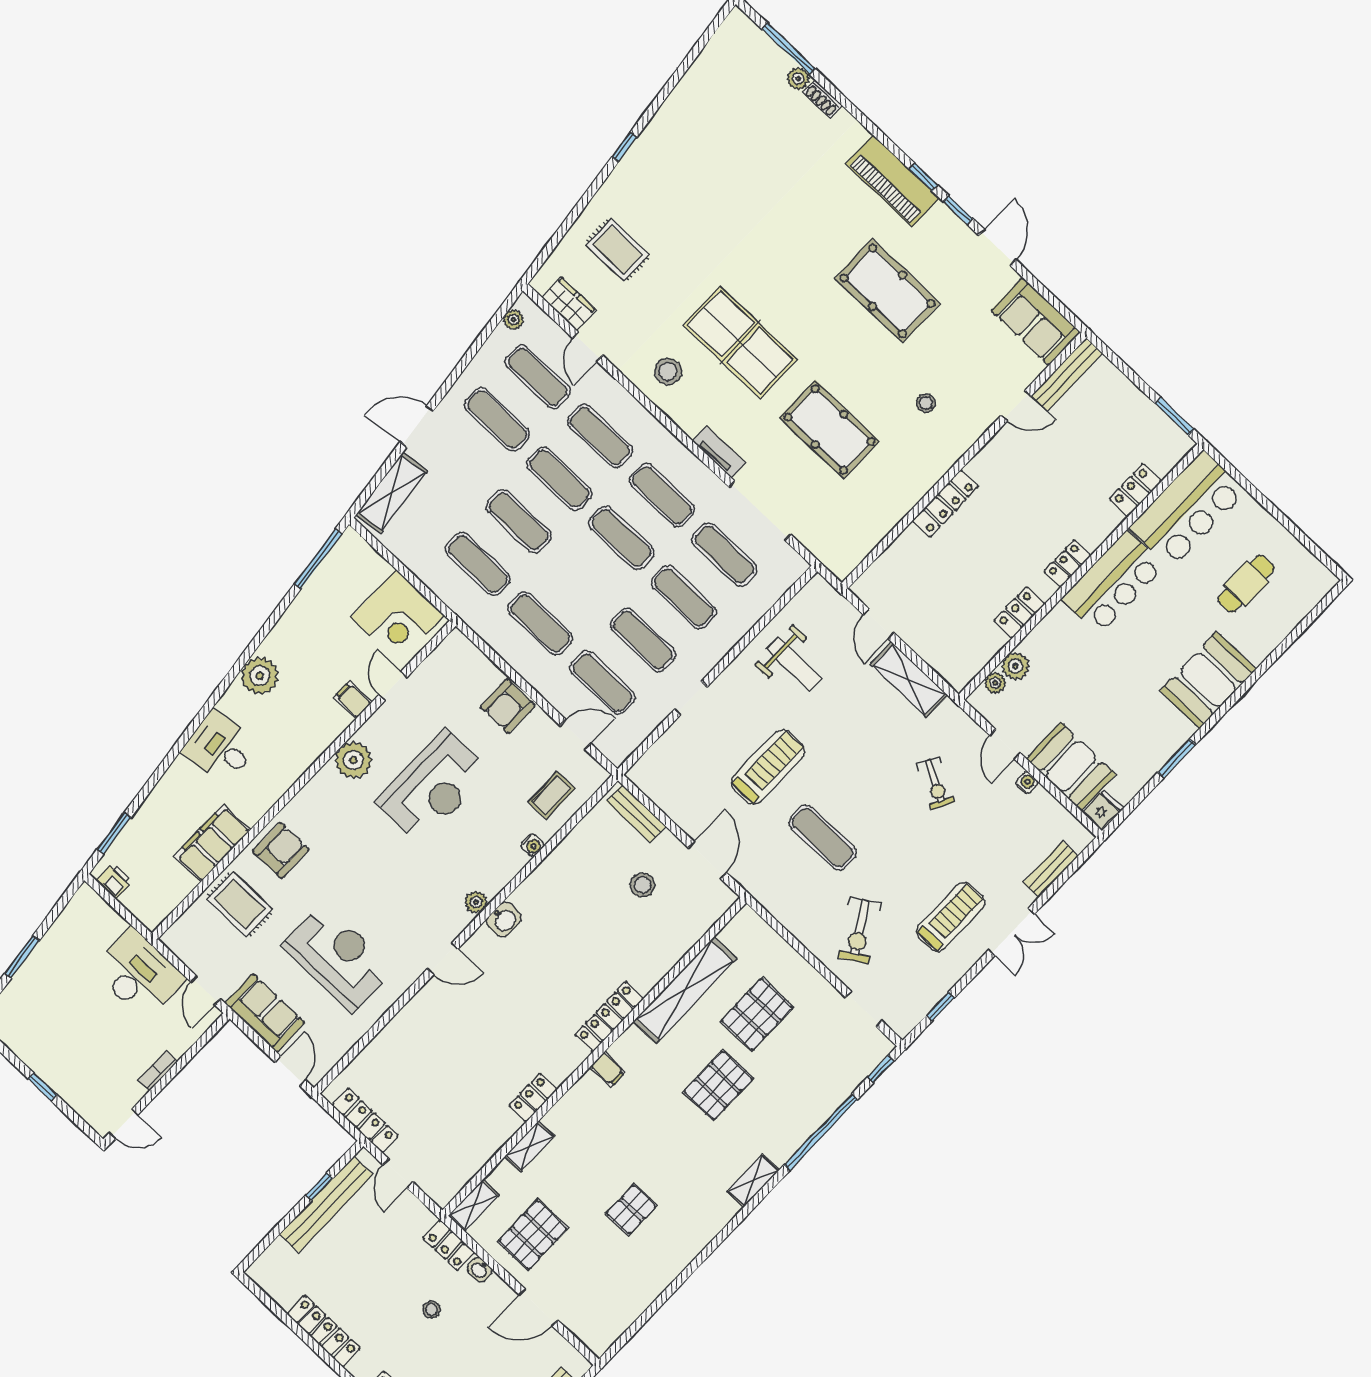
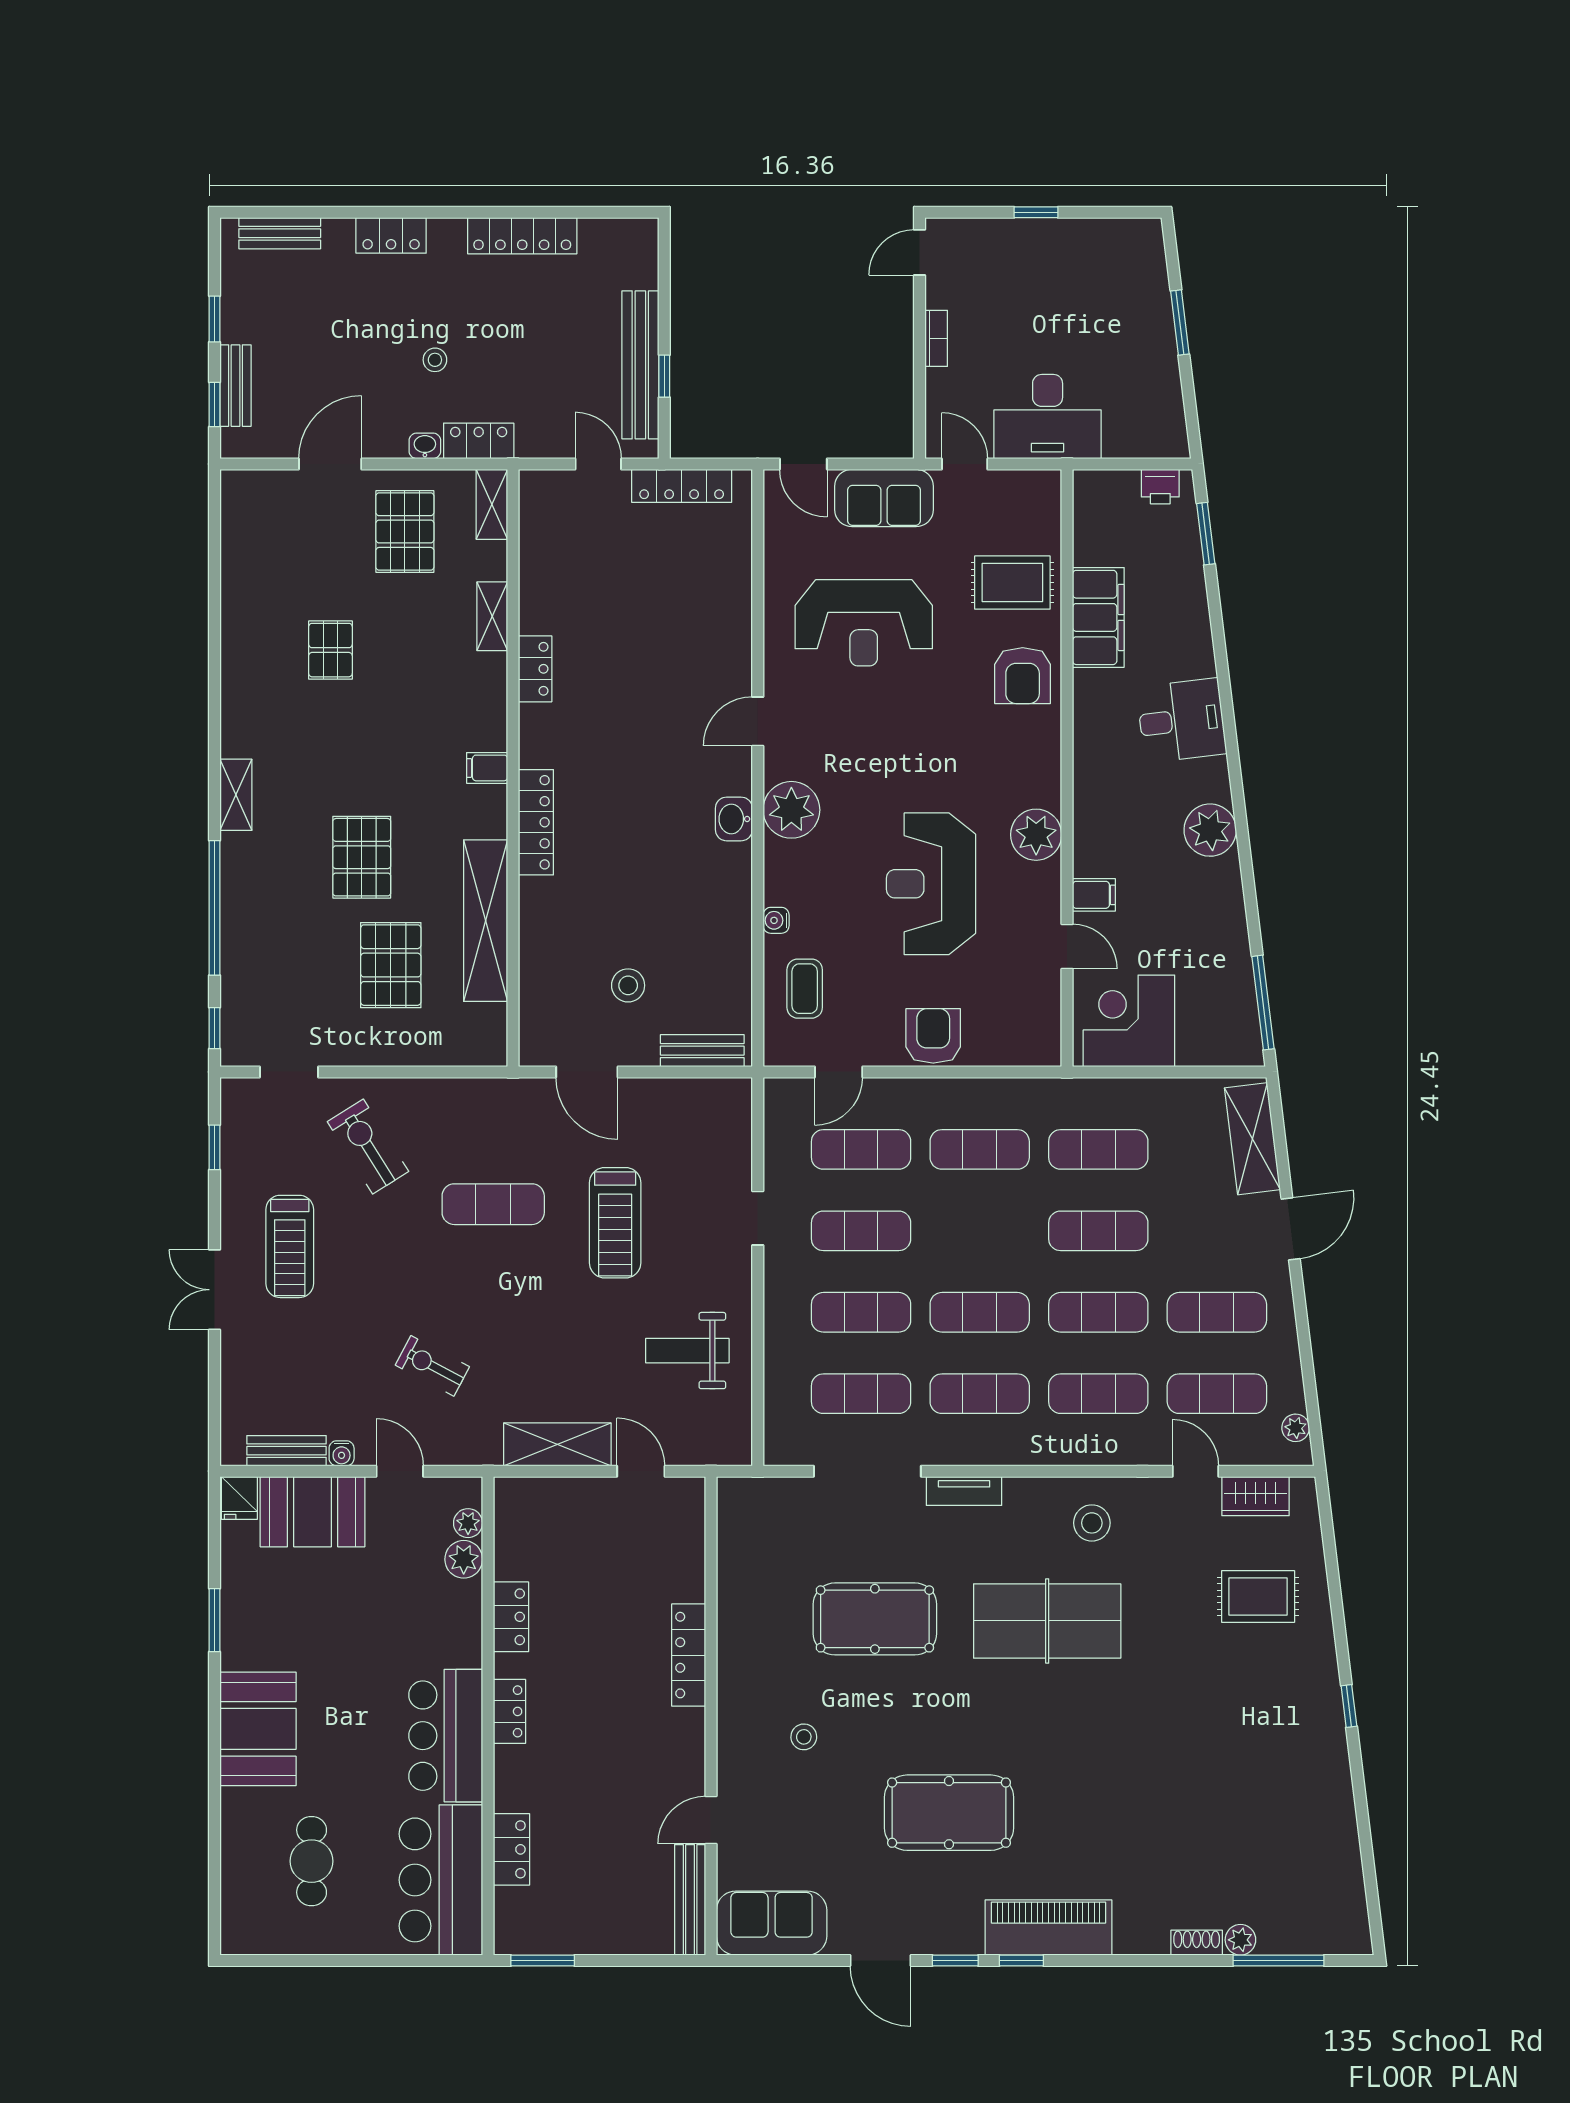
bench: (1051, 869) -> (287, 1451), moved, turned 90
plant: (476, 902) -> (791, 810), width x1.88, depth x1.88

